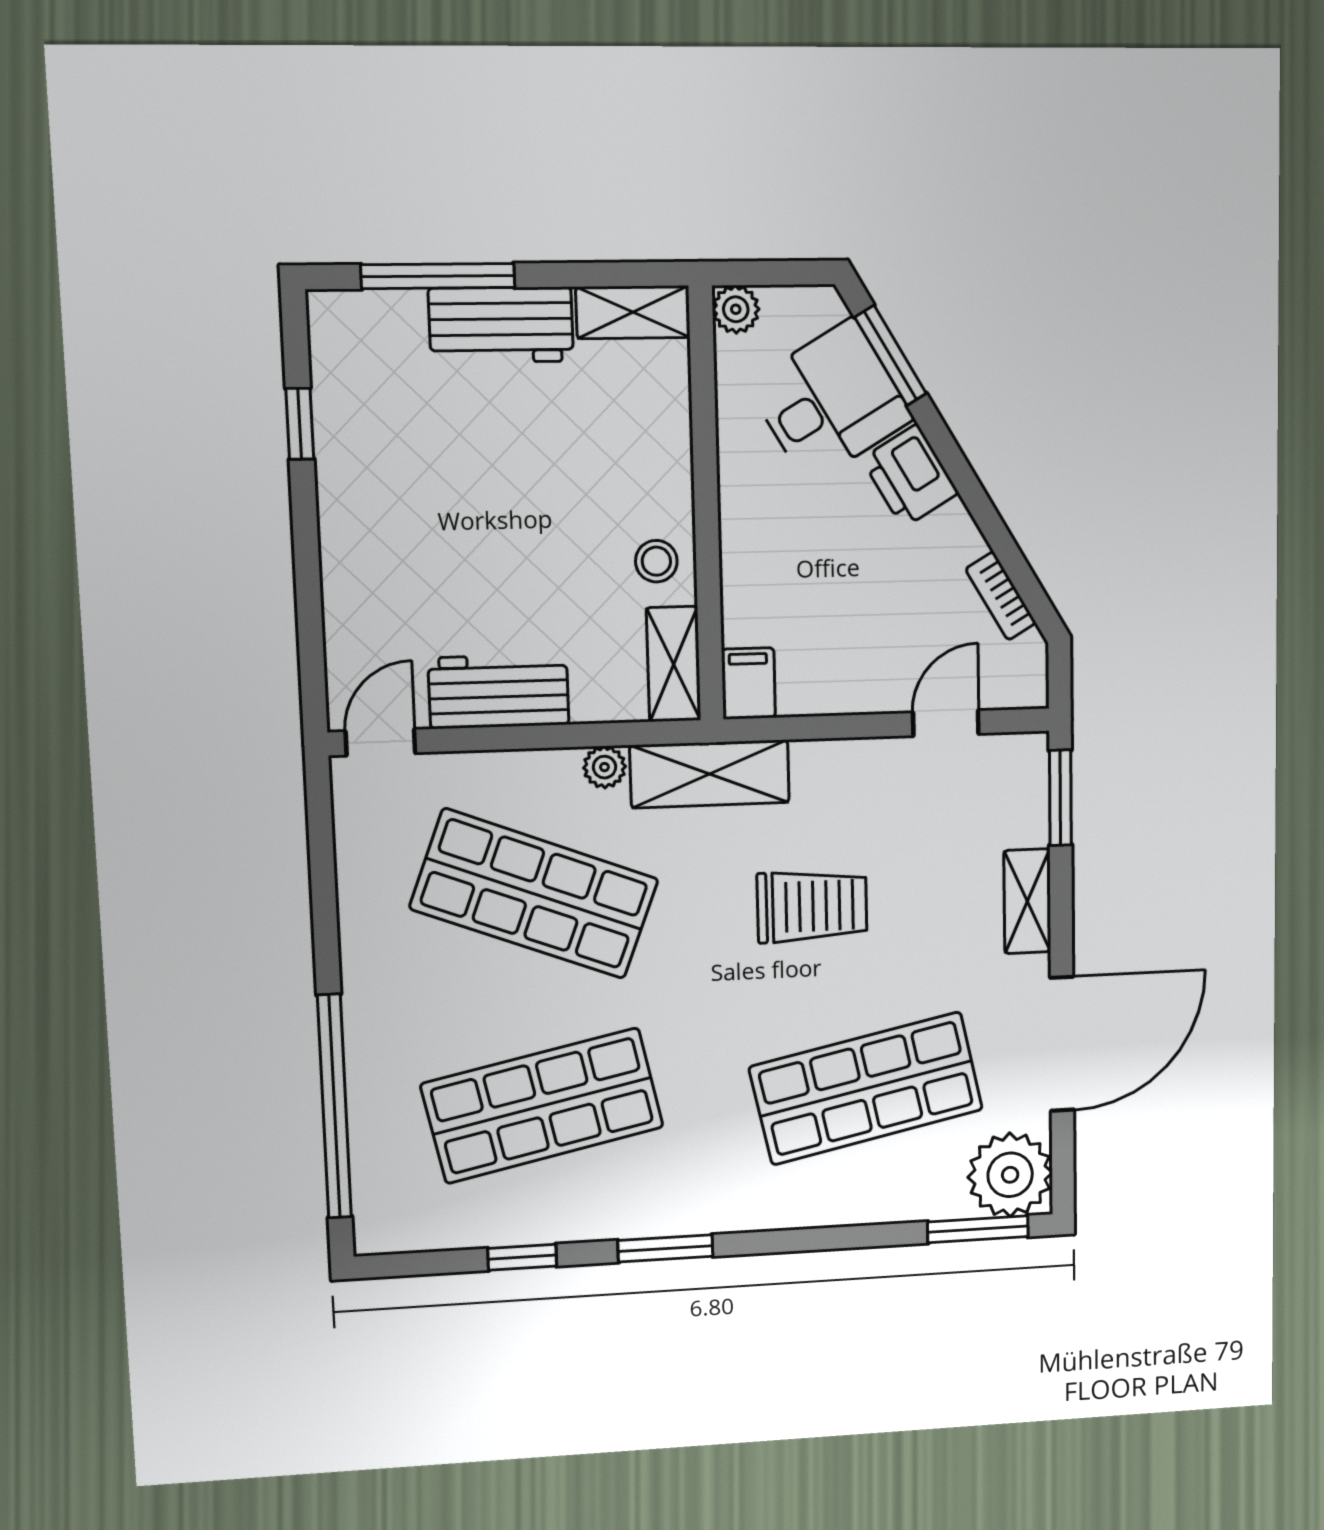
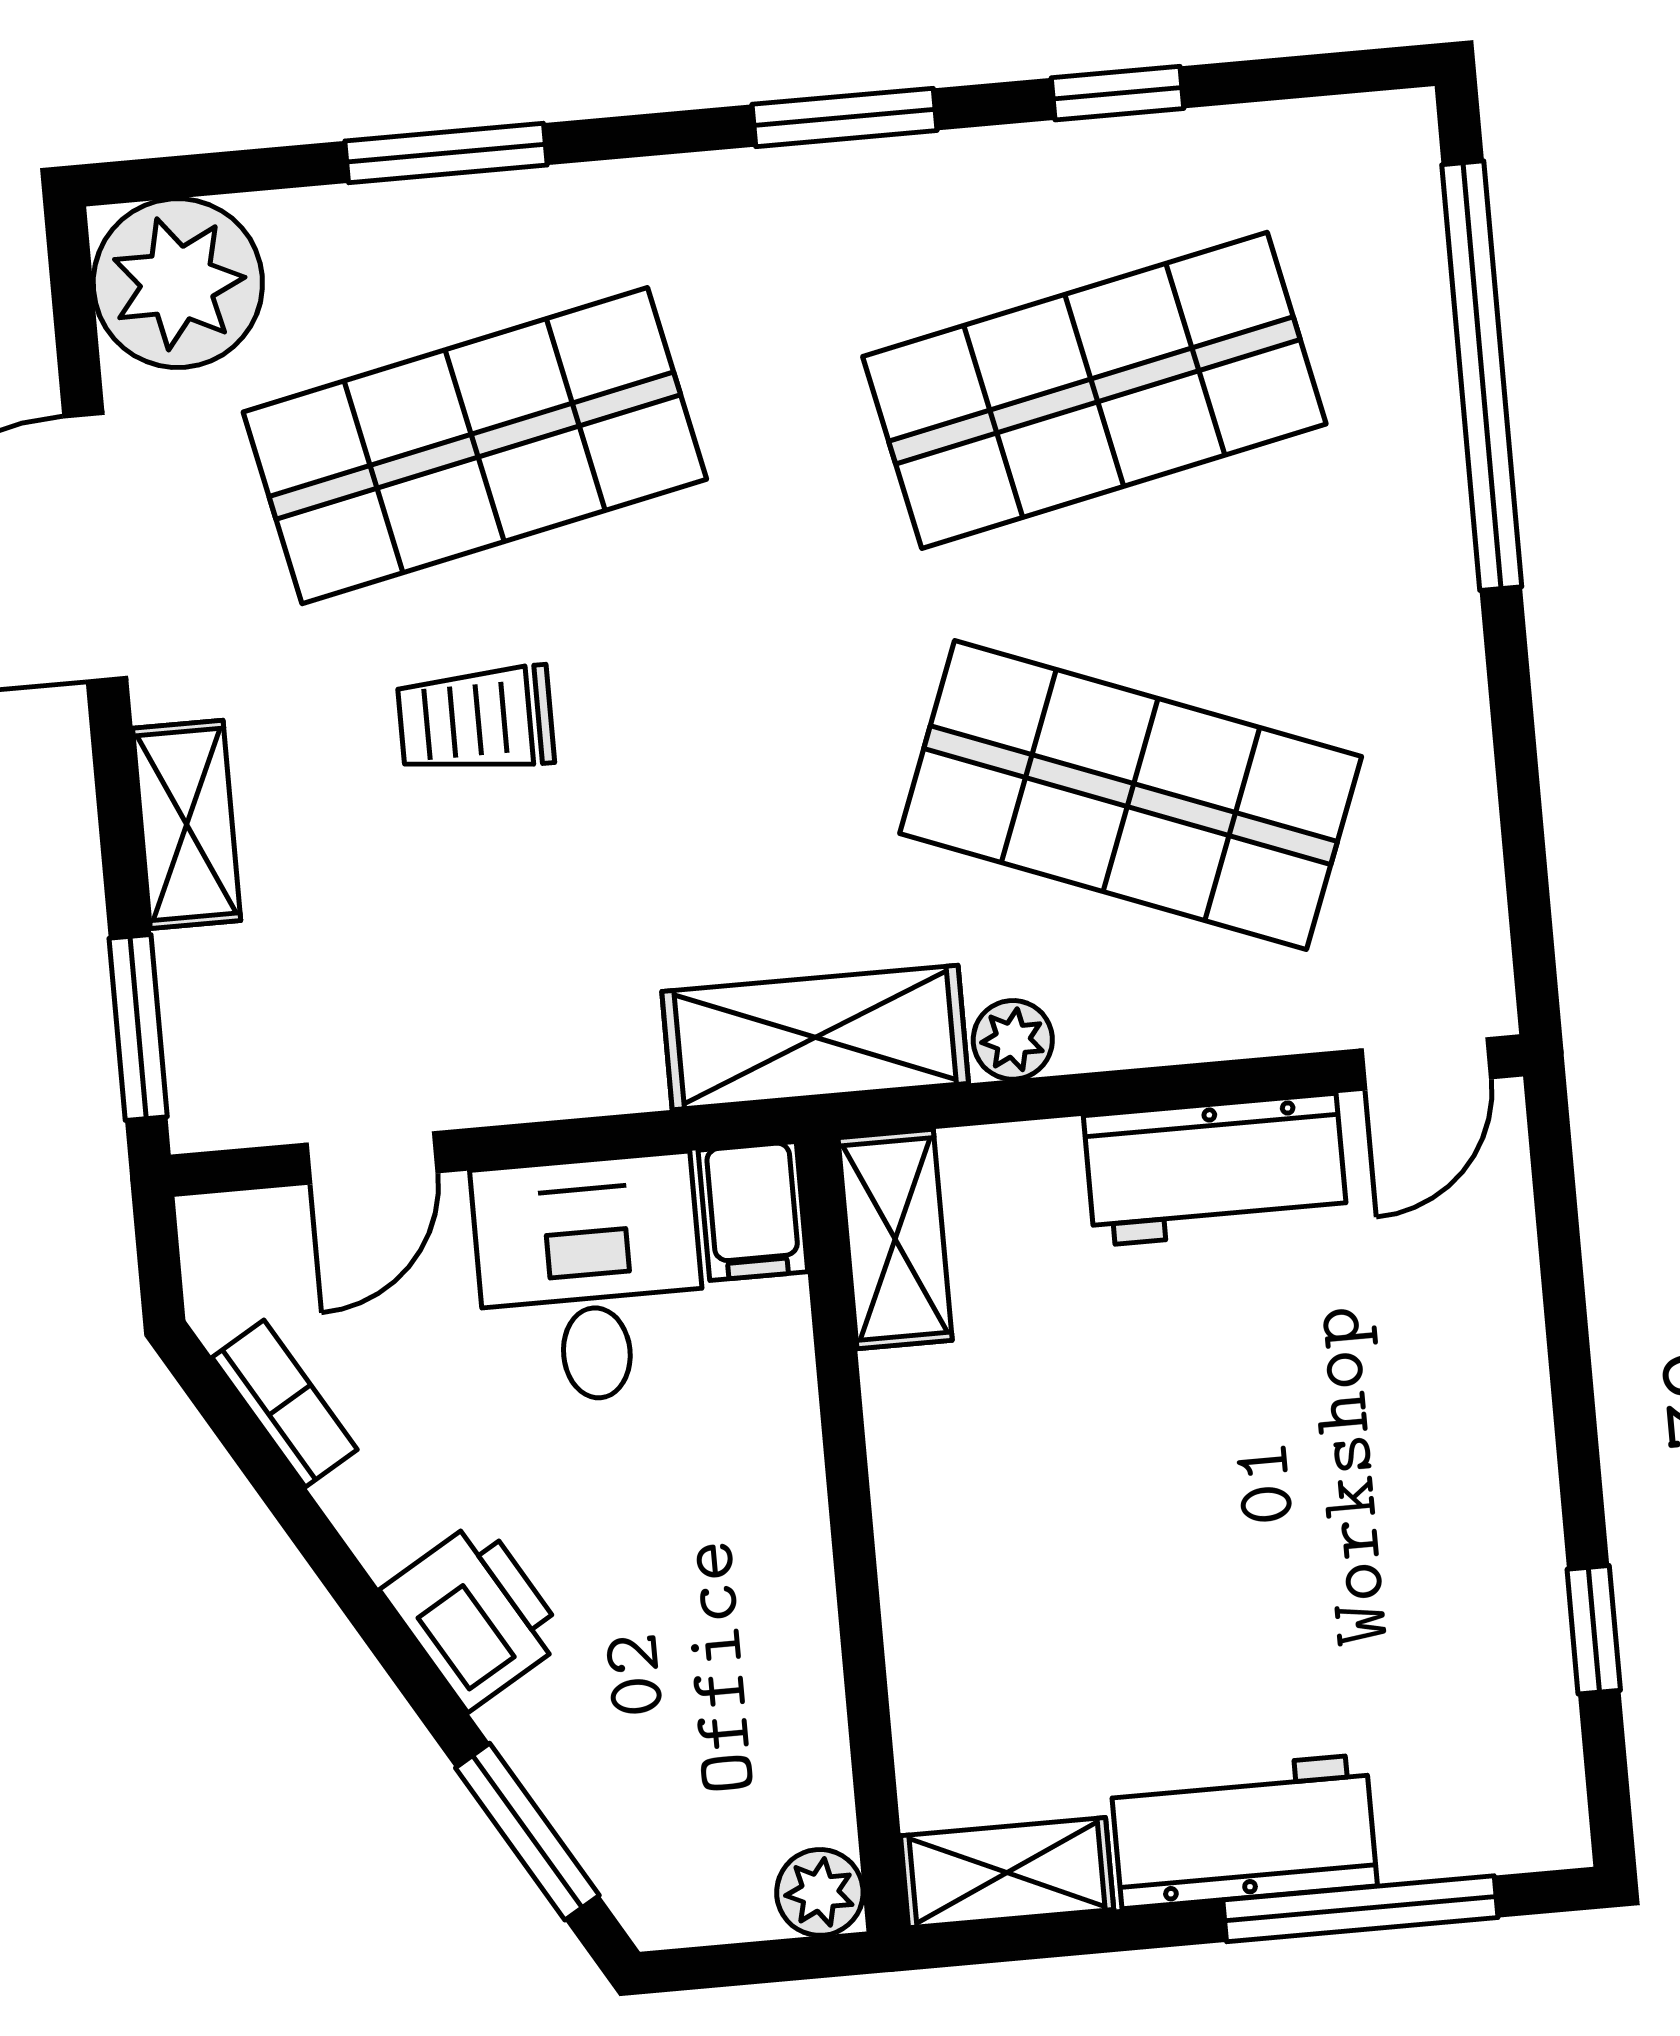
desk: (830, 401) -> (590, 1279), moved, turned 121
stool: (656, 561) -> (938, 1426), removed
trolley: (812, 906) -> (476, 720), moved, width x0.73, depth x0.72
window: (978, 1229) -> (446, 153), moved

